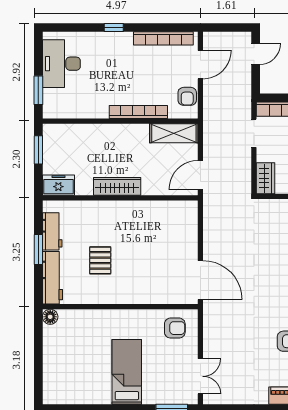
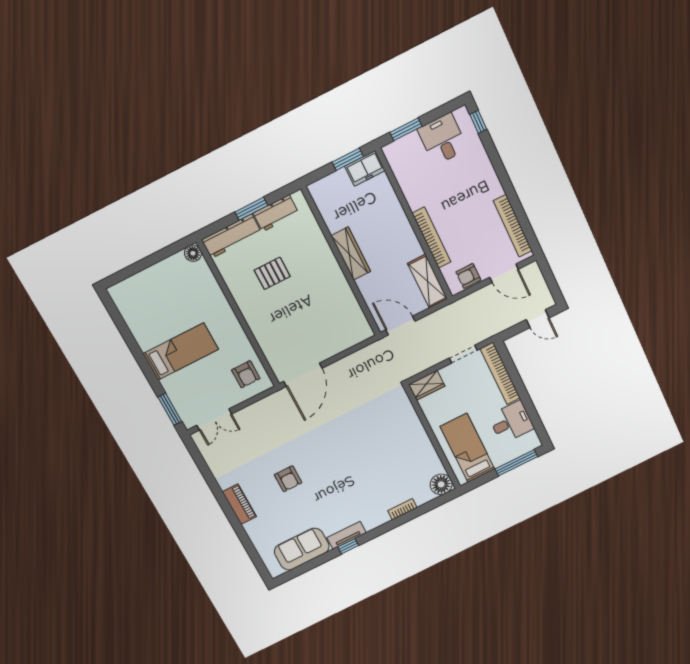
window: (114, 27) -> (478, 122), moved
desk: (61, 64) -> (443, 139), width x0.73
freezer: (58, 185) -> (365, 168), moved, turned 90

